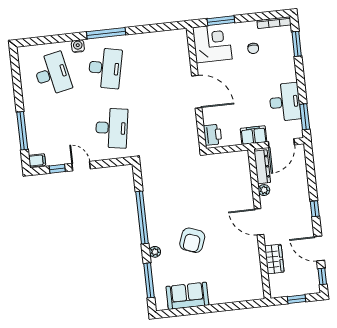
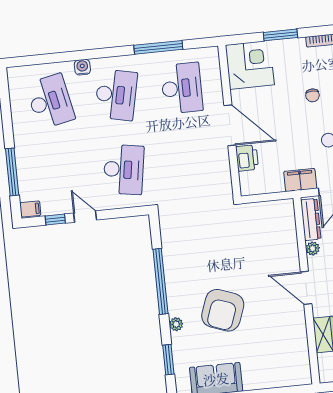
window: (221, 21) -> (280, 35), moved
window: (106, 33) -> (158, 47), moved
chair: (253, 48) -> (312, 95), moved
desk: (158, 62) -> (182, 88), added
printer: (213, 135) -> (247, 158), moved
armchair: (192, 240) -> (223, 310), width x1.36, depth x1.36
window: (149, 280) -> (168, 360), width x0.69

